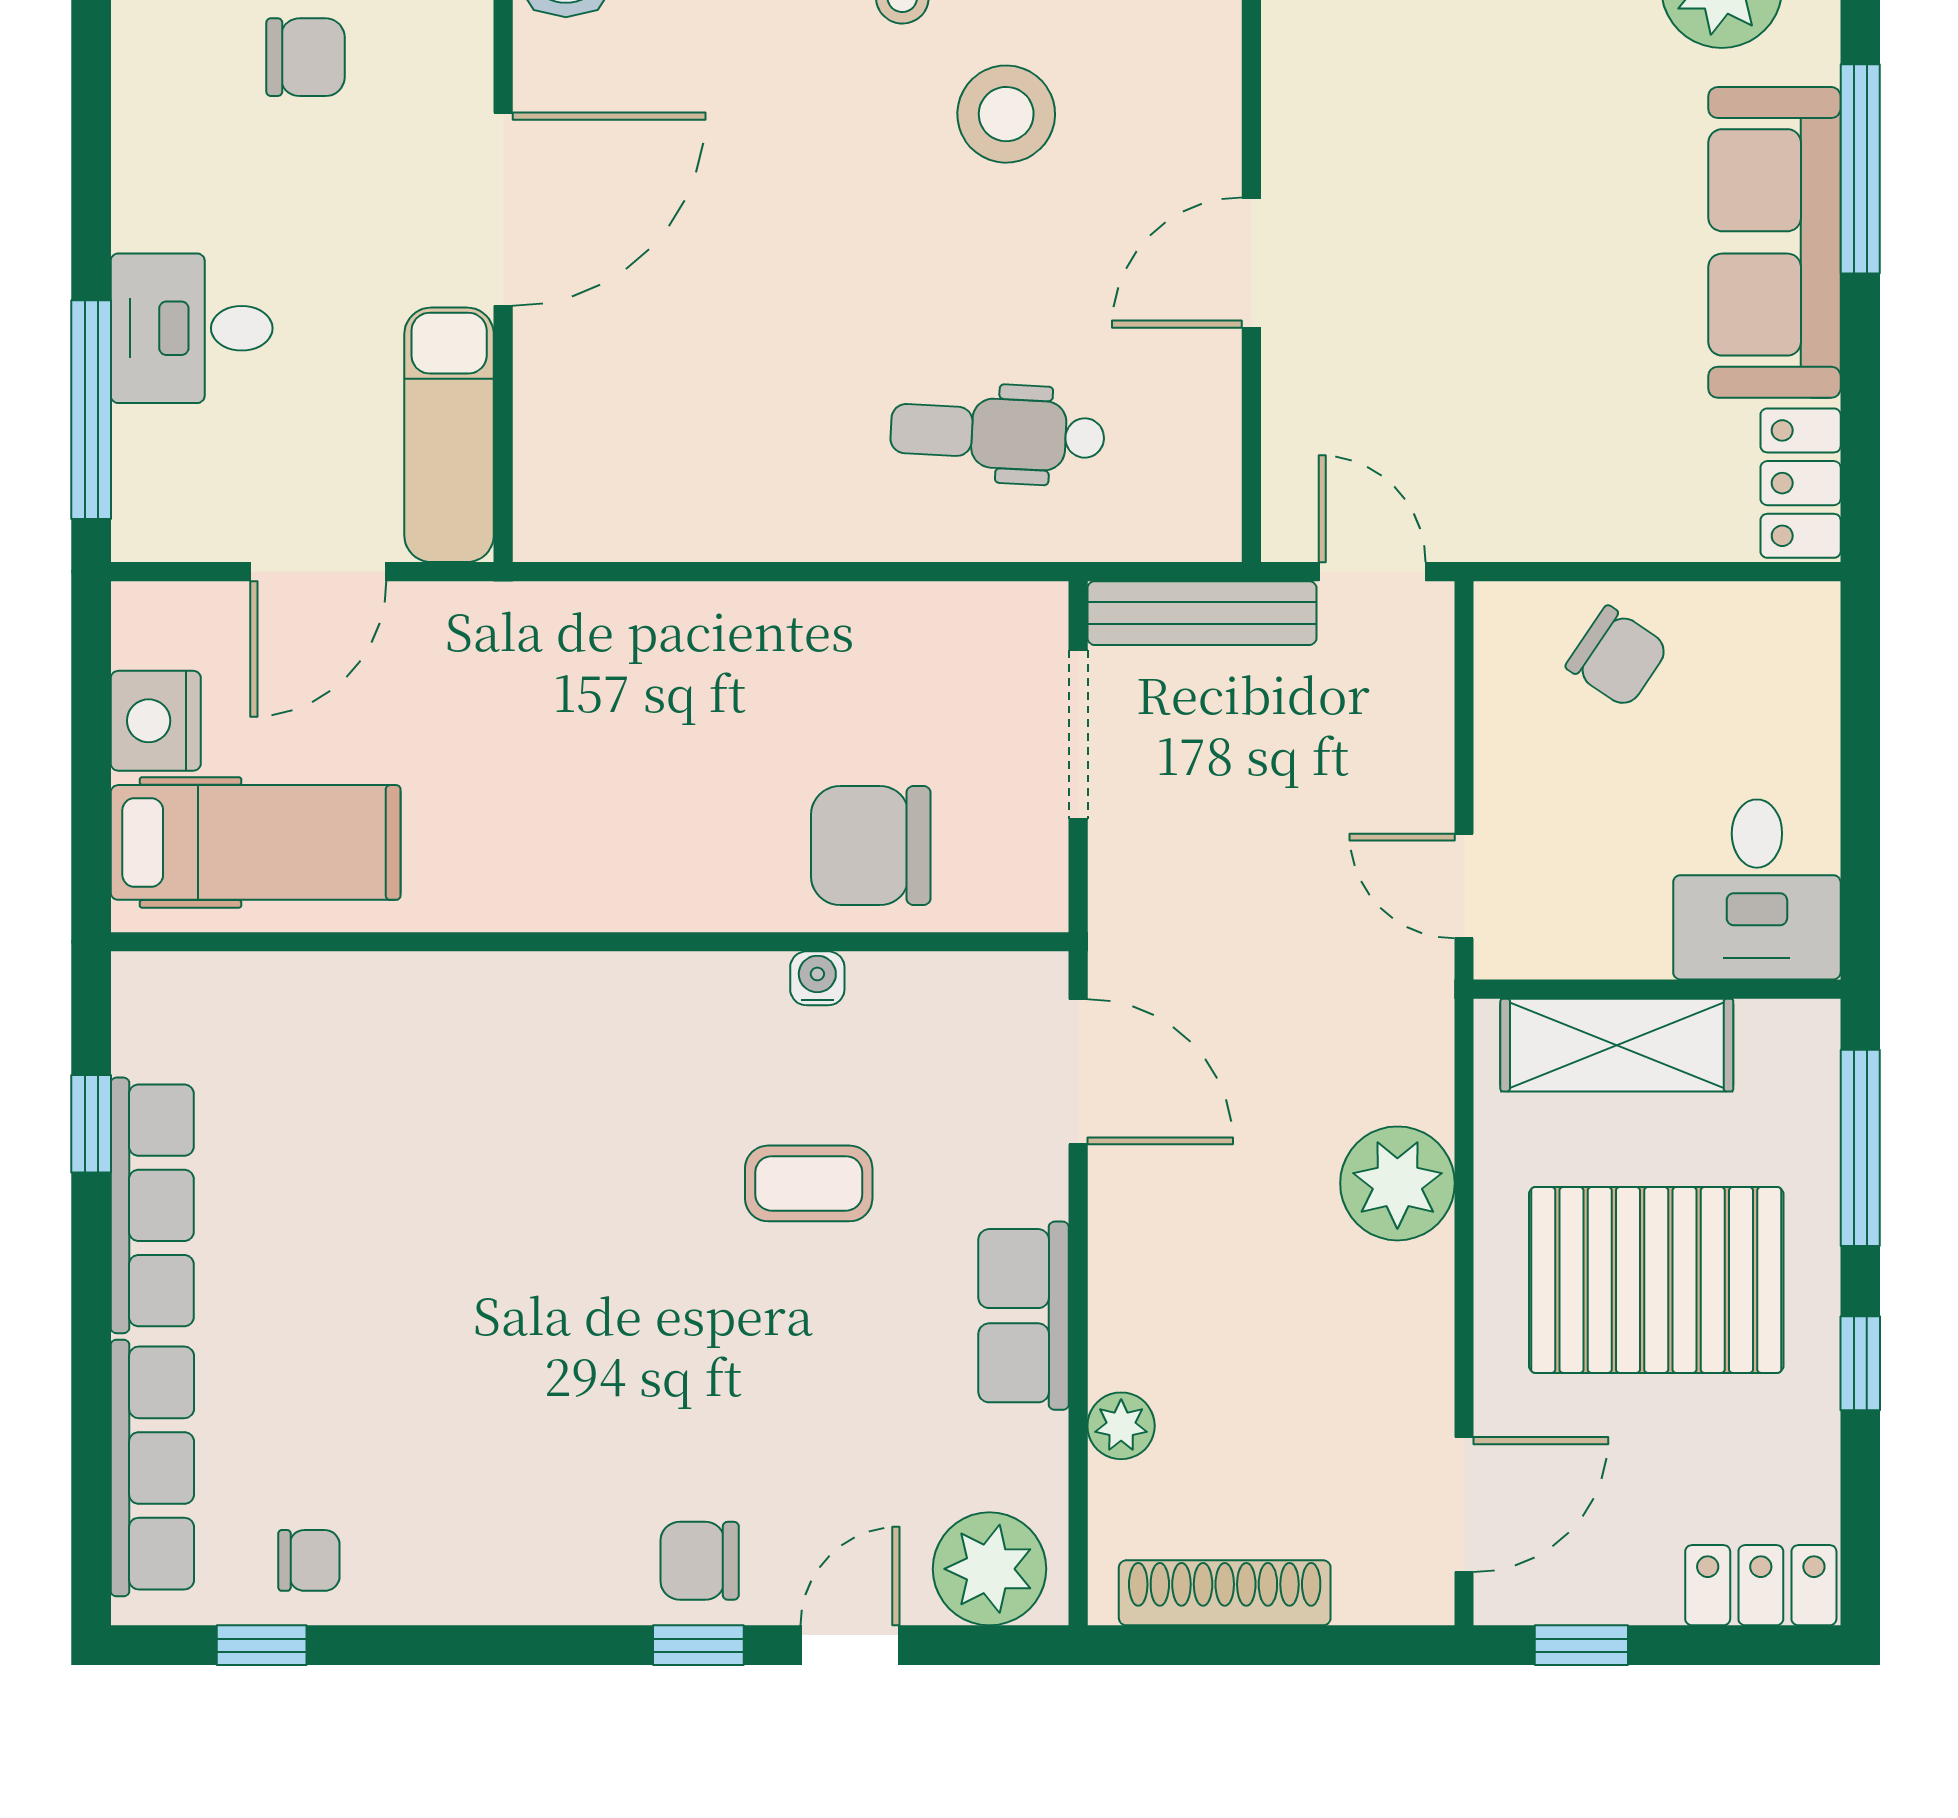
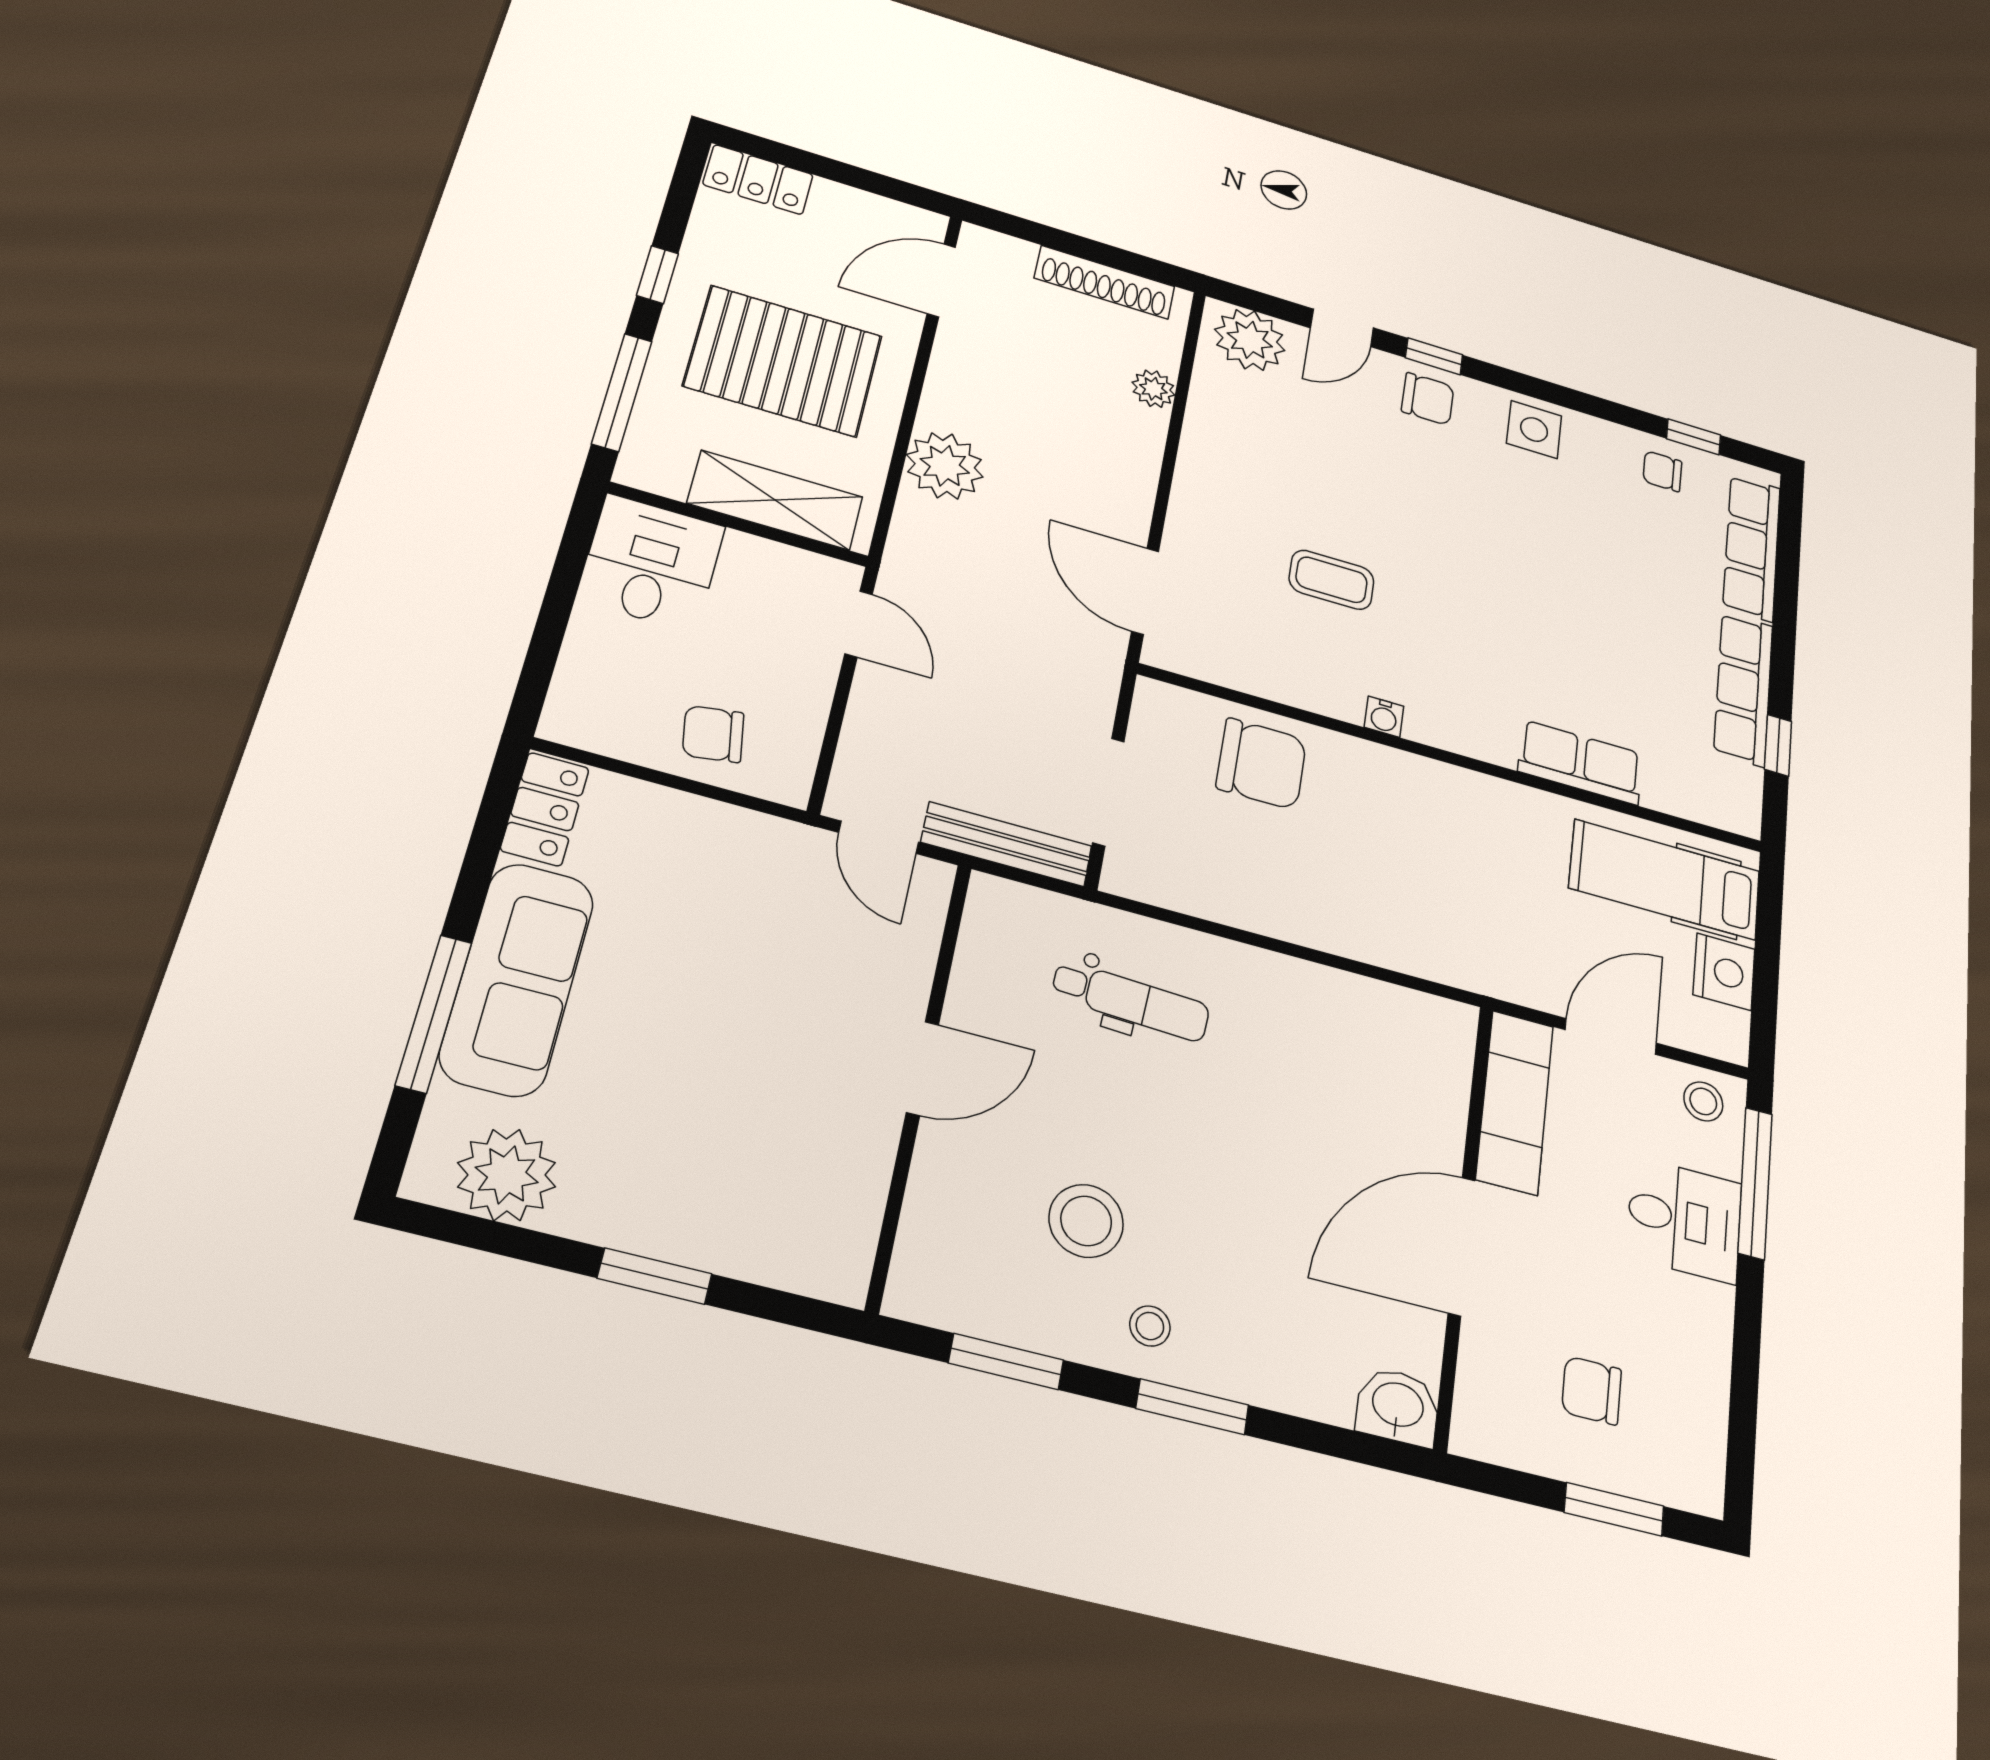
stool: (175, 511) -> (1703, 1101), added
chair: (1617, 657) -> (713, 734), turned -43
water cooler: (817, 978) -> (1384, 717), moved
row of seats: (1024, 1316) -> (1580, 762), moved, turned -90
side table: (524, 1565) -> (1534, 430), added
window: (1581, 1645) -> (883, 186), removed

